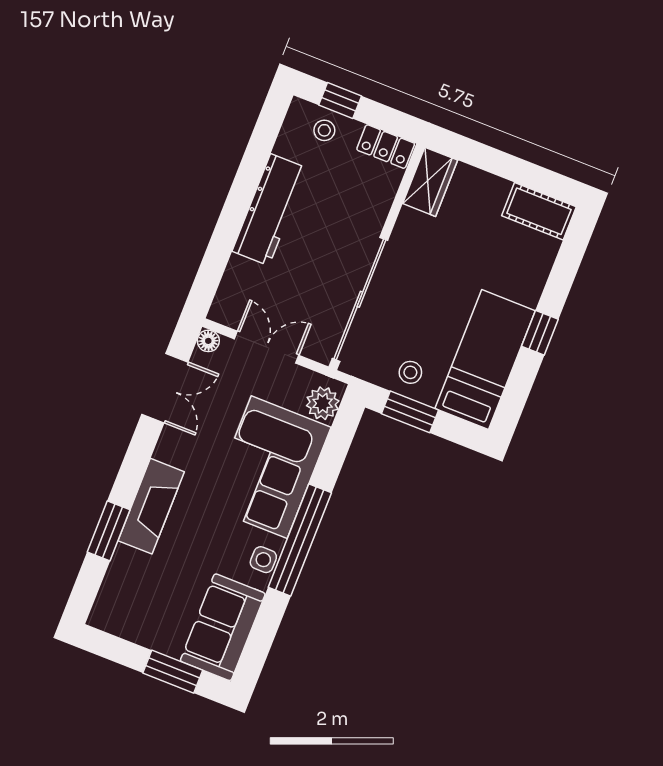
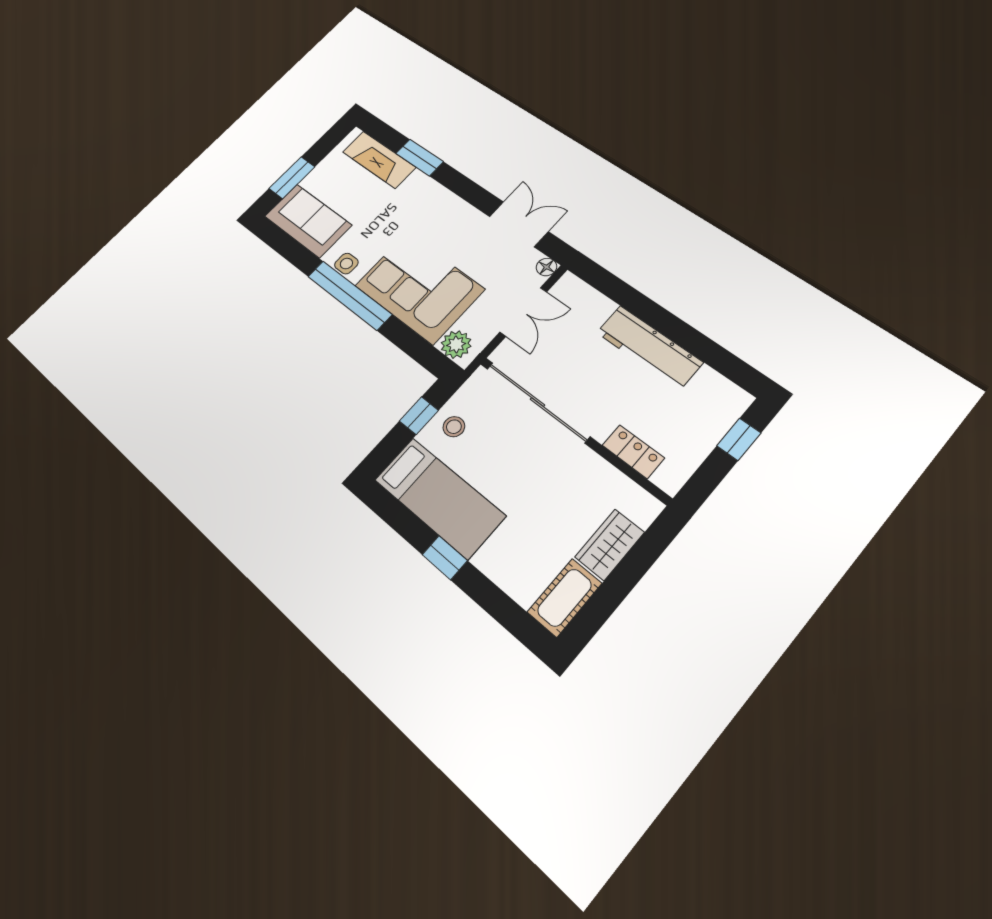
stool: (324, 130) -> (712, 416), removed
locker: (386, 147) -> (633, 452), moved, turned 90
wardrobe: (430, 182) -> (610, 545), moved, turned 90
double door: (165, 388) -> (519, 224), swing flipped
window: (410, 412) -> (419, 416), width x0.67
fireplace: (151, 506) -> (379, 160), moved

